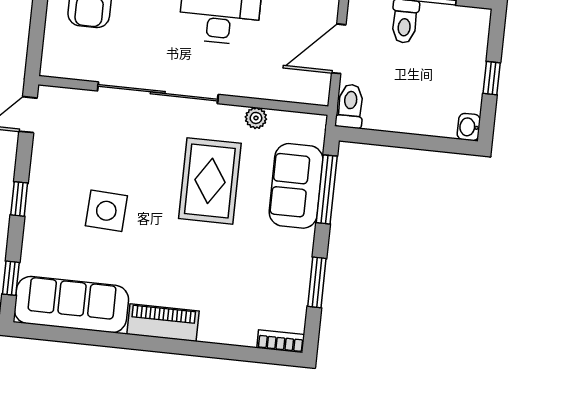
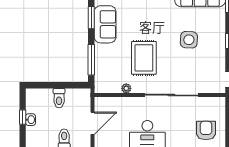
toilet: (350, 106) -> (59, 98), moved
washbasin: (469, 127) -> (31, 120), moved
sofa: (296, 186) -> (105, 24), moved

